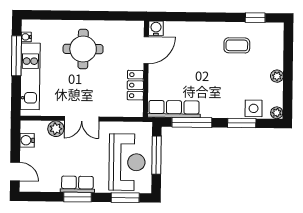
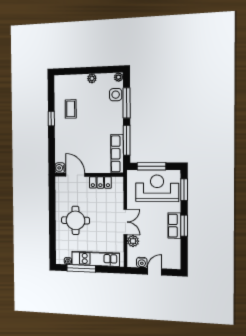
window: (255, 18) -> (51, 119), moved
window: (242, 123) -> (127, 103), width x1.44
door: (15, 172) -> (155, 272), moved

